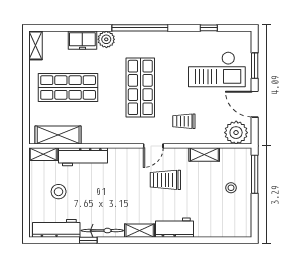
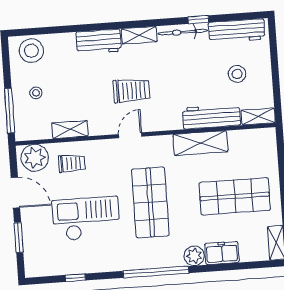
checkout: (217, 69) -> (86, 219), moved
trolley: (184, 121) -> (72, 163), moved
shelving: (58, 135) -> (200, 143), moved
trolley: (165, 180) -> (132, 91), moved
stool: (232, 224) -> (31, 51), added

